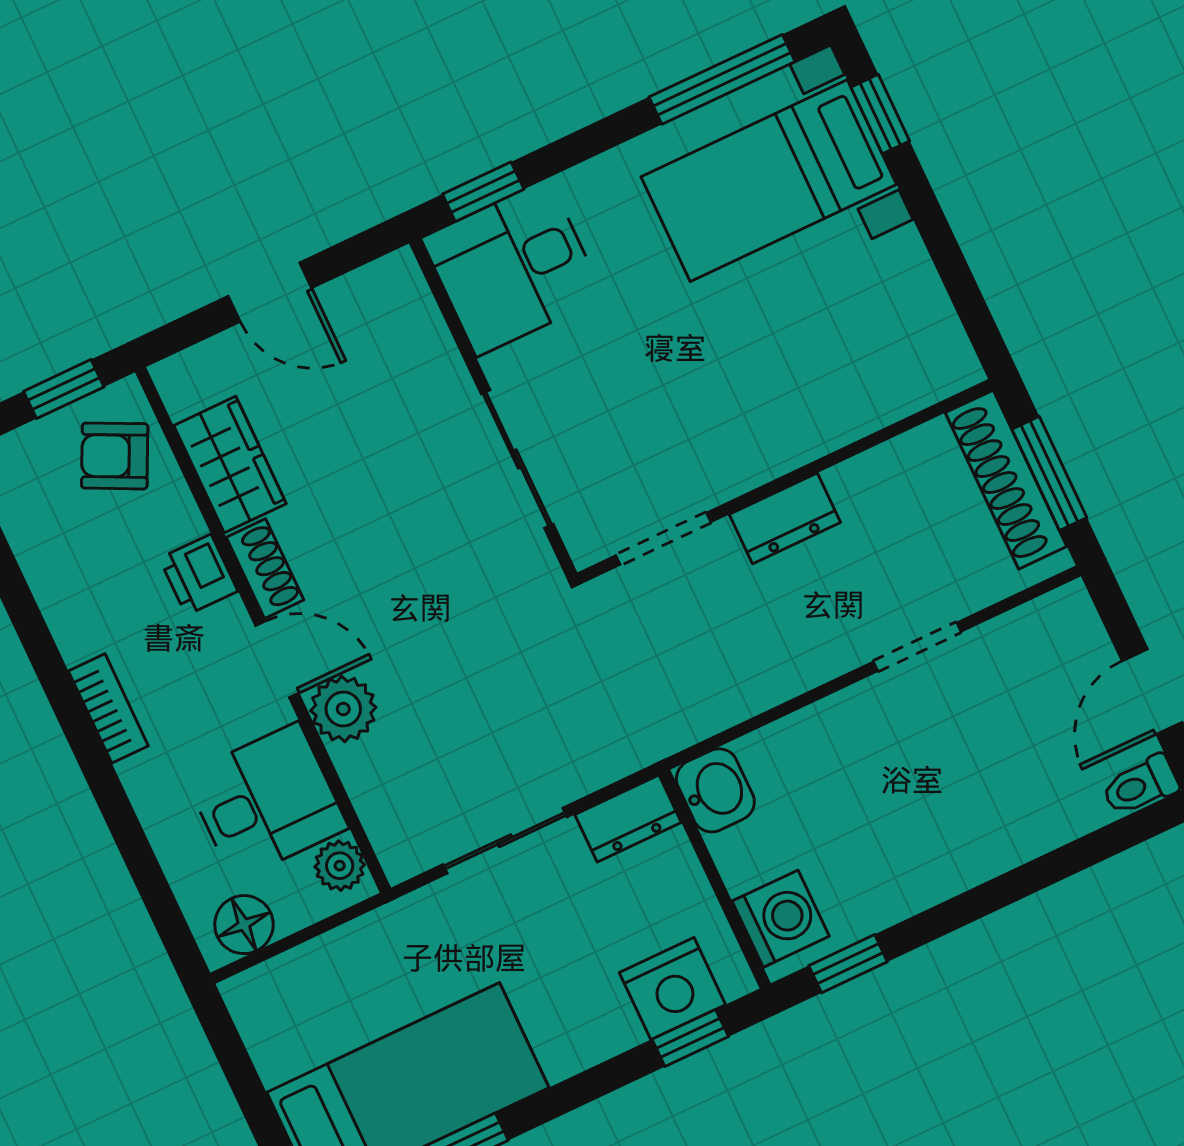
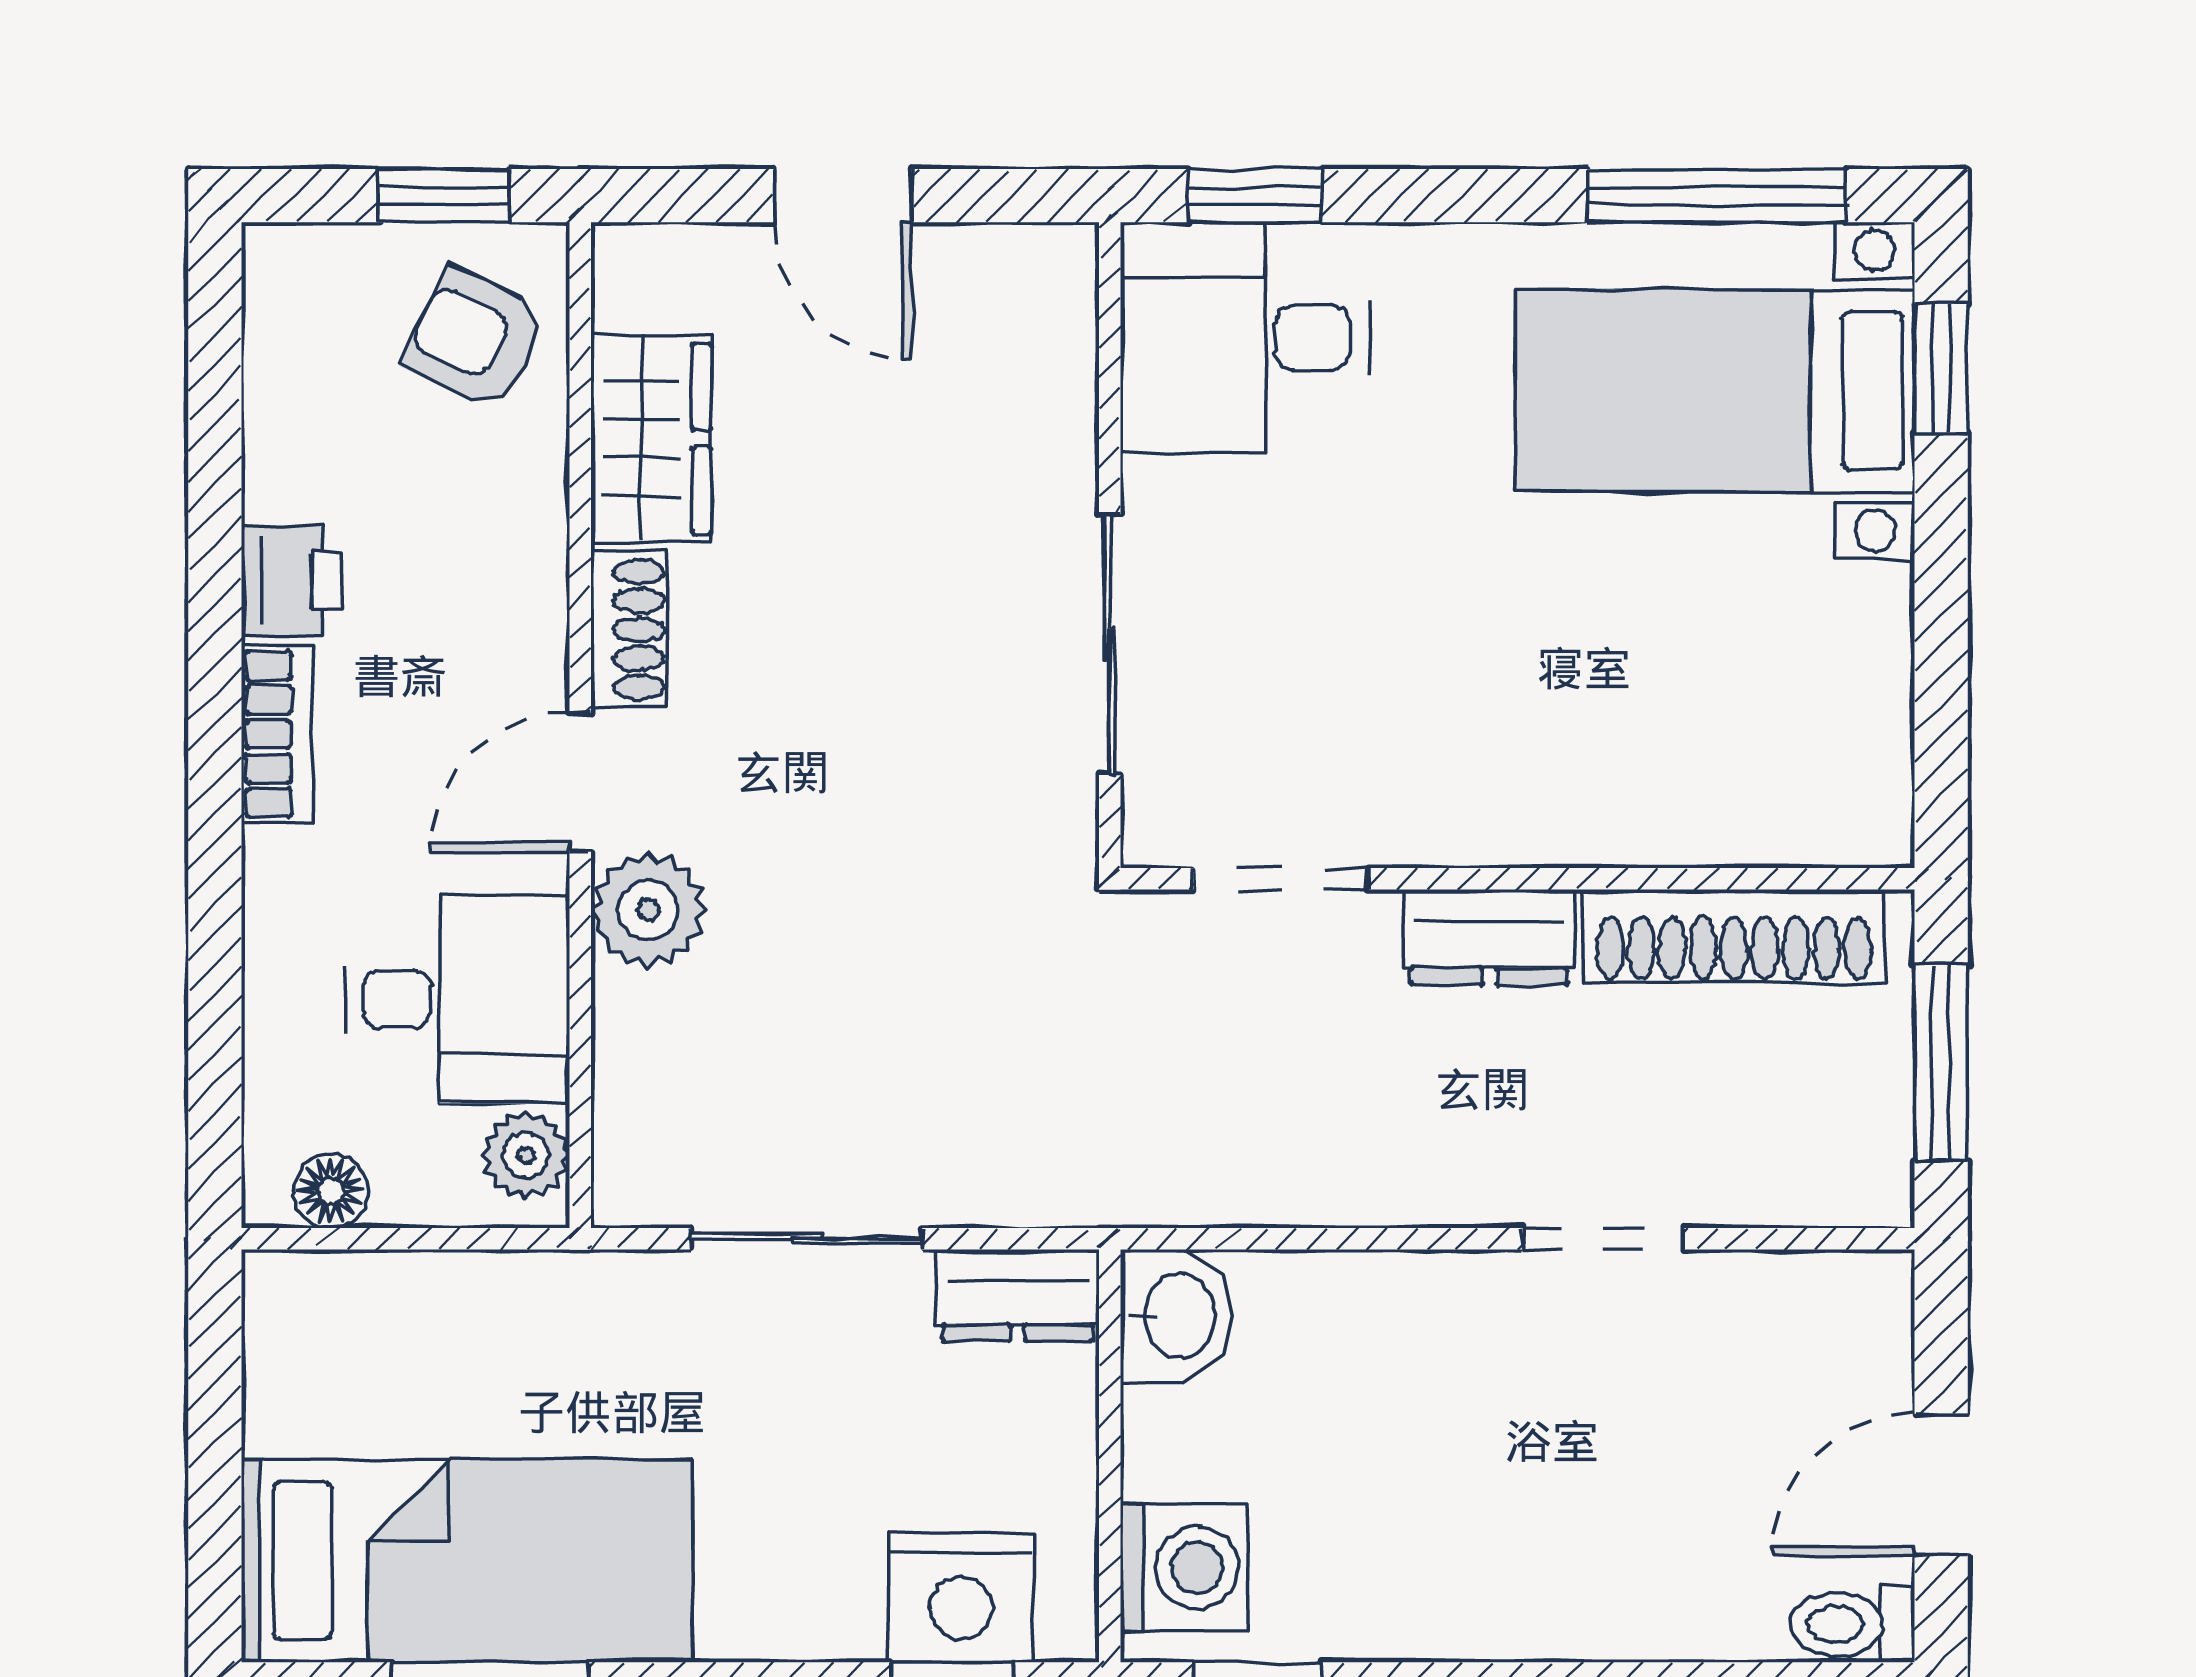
shoe rack: (1006, 480) -> (1734, 936), moved, turned -90
printer: (199, 575) -> (292, 581), moved, turned 180
door: (277, 660) -> (580, 782), swing flipped
floor lamp: (244, 925) -> (331, 1191), width x0.73, depth x0.73

